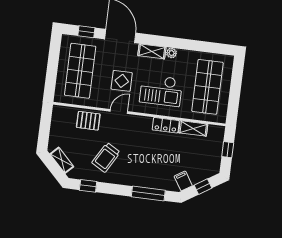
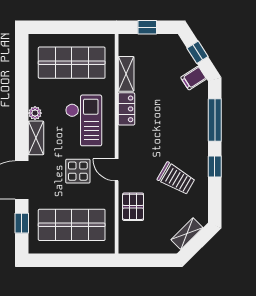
window: (88, 186) -> (215, 167), moved

